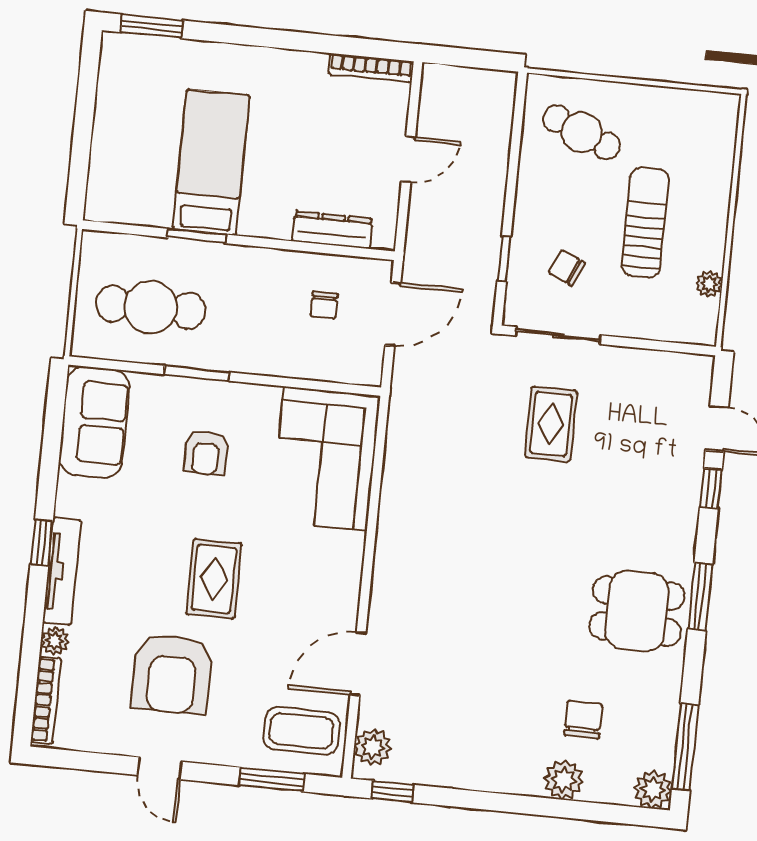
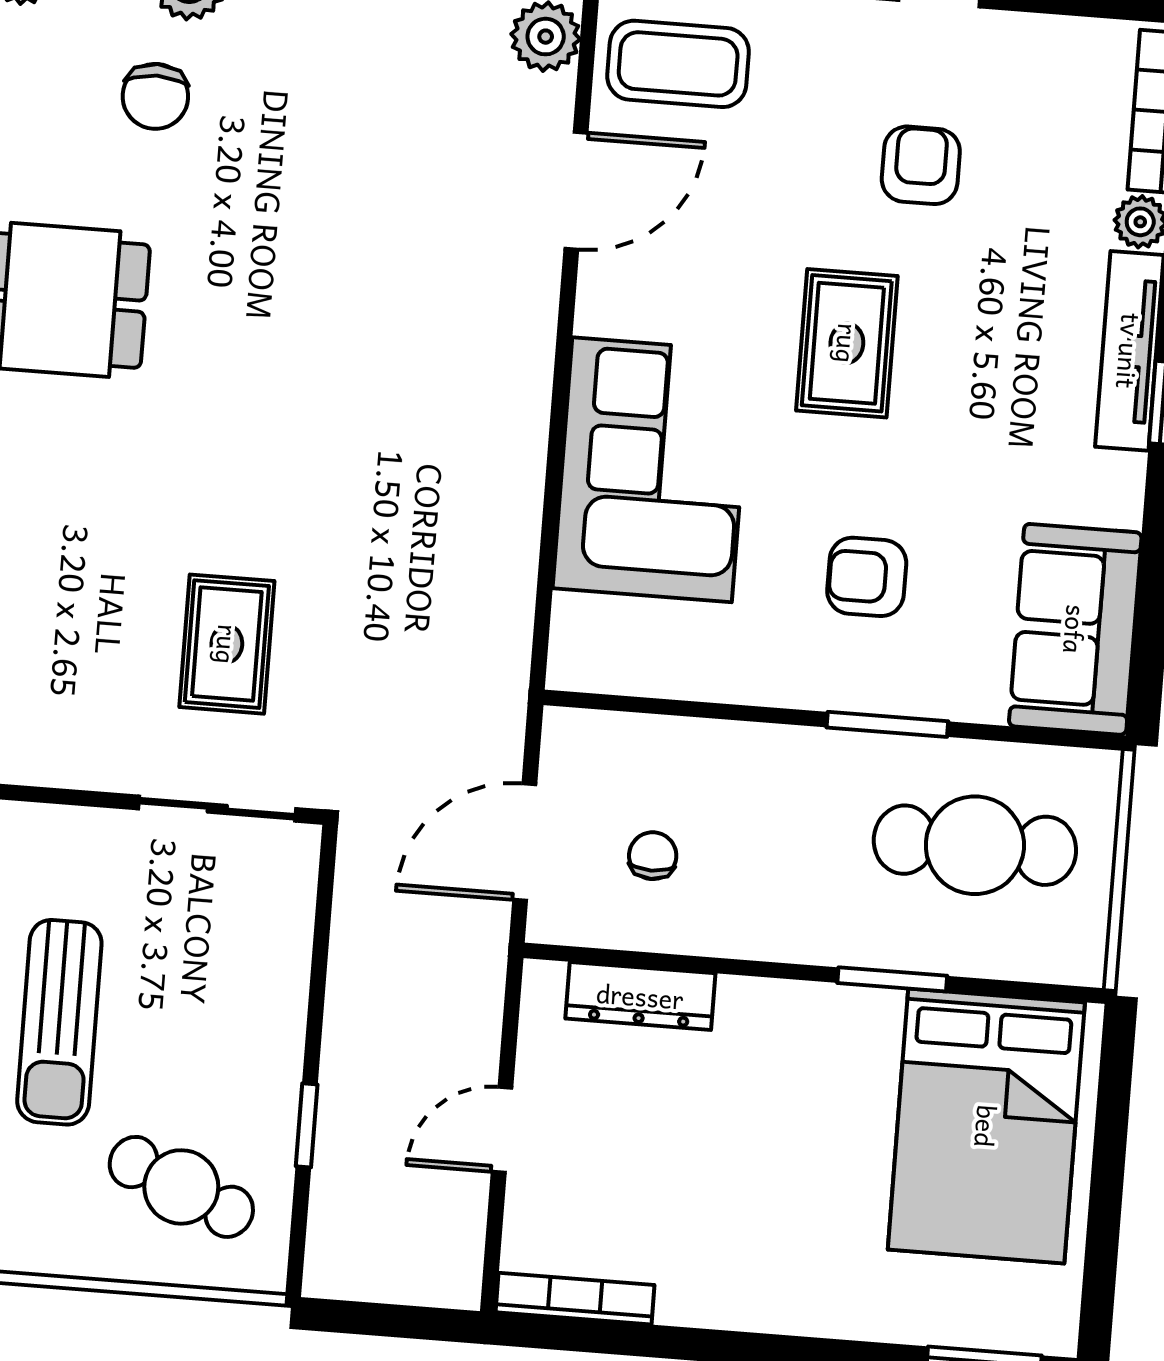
bed: (211, 162) -> (986, 1126), moved, width x1.50
window: (504, 259) -> (307, 1125), moved
chair: (567, 268) -> (203, 934), removed
armchair: (206, 453) -> (867, 577), turned -90
corner sofa: (326, 458) -> (652, 470), moved
armchair: (172, 674) -> (921, 165), width x0.53, depth x0.53

